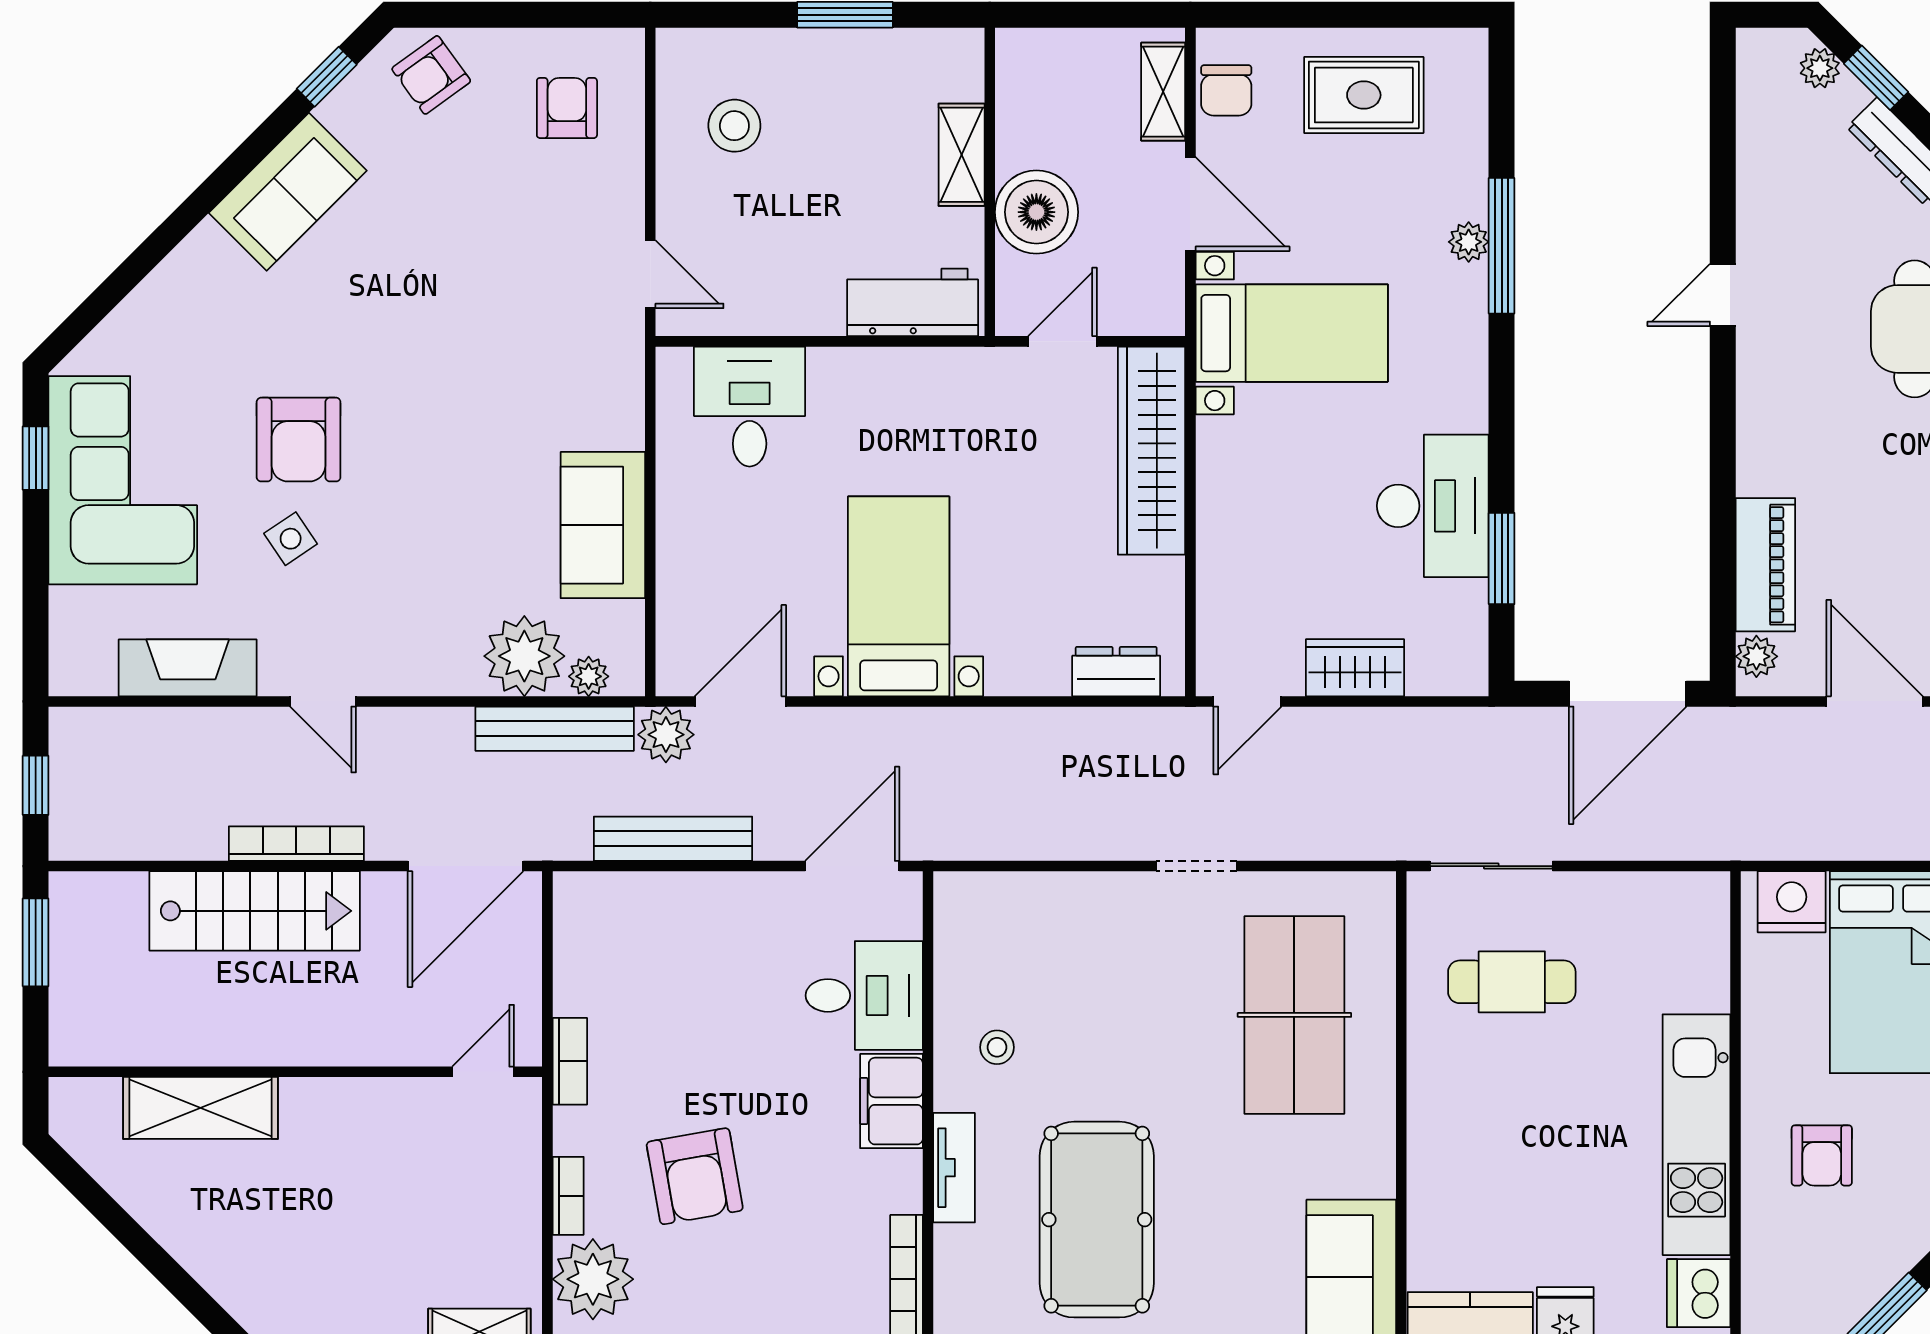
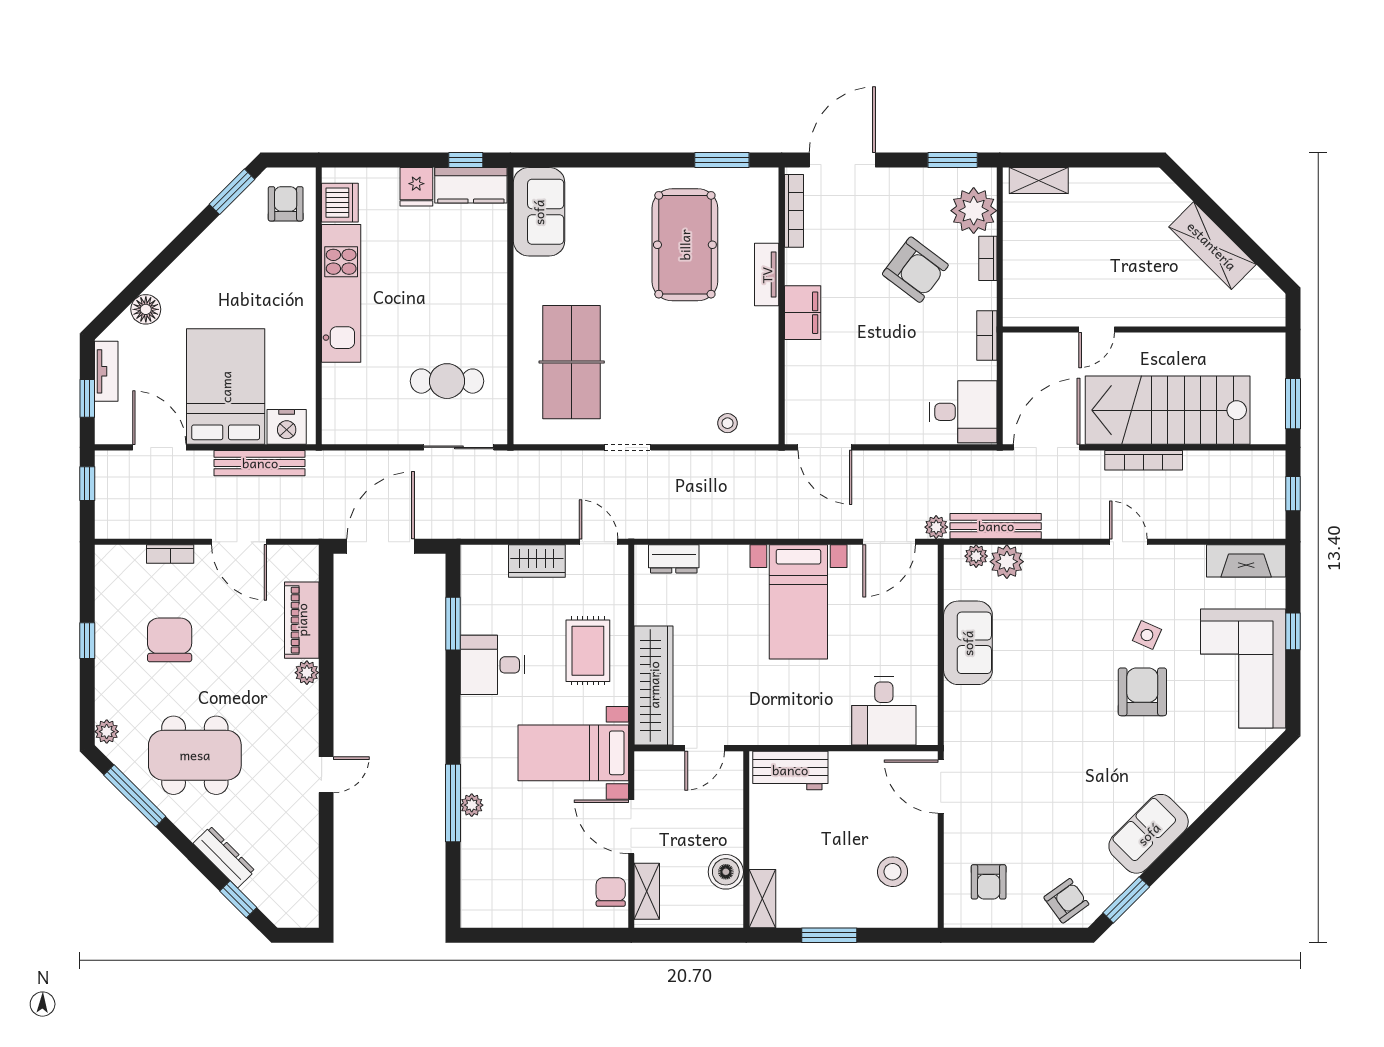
plant: (1820, 68) -> (270, 905), removed
window: (327, 77) -> (1126, 900), width x1.50
rug: (1364, 95) -> (588, 651), moved, turned 90
shelving: (962, 155) -> (762, 899), moved
boiler: (1036, 212) -> (726, 872), moved, width x0.73, depth x0.73
door: (650, 274) -> (941, 787), width x1.38
window: (36, 458) -> (1293, 631), moved
desk: (1433, 506) -> (492, 665), width x0.73
side table: (291, 539) -> (1147, 635), turned -32
plant: (524, 656) -> (1007, 562), width x0.73, depth x0.73
plant: (1756, 656) -> (307, 673), moved
fireplace: (188, 668) -> (1246, 561), moved
door: (1247, 701) -> (599, 542), hinge flipped
plant: (666, 735) -> (936, 527), width x0.73, depth x0.73
bench: (673, 839) -> (260, 463), moved
door: (852, 866) -> (825, 447), hinge flipped
stairs: (255, 911) -> (1168, 410), width x1.36, depth x1.51
desk: (864, 995) -> (963, 412), moved, turned 180
stool: (997, 1047) -> (728, 423), moved
door: (483, 1072) -> (1097, 329), moved
shelving: (200, 1108) -> (1212, 246), moved, turned 45
armchair: (1822, 1155) -> (286, 204), moved
armchair: (695, 1176) -> (915, 270), turned 137

